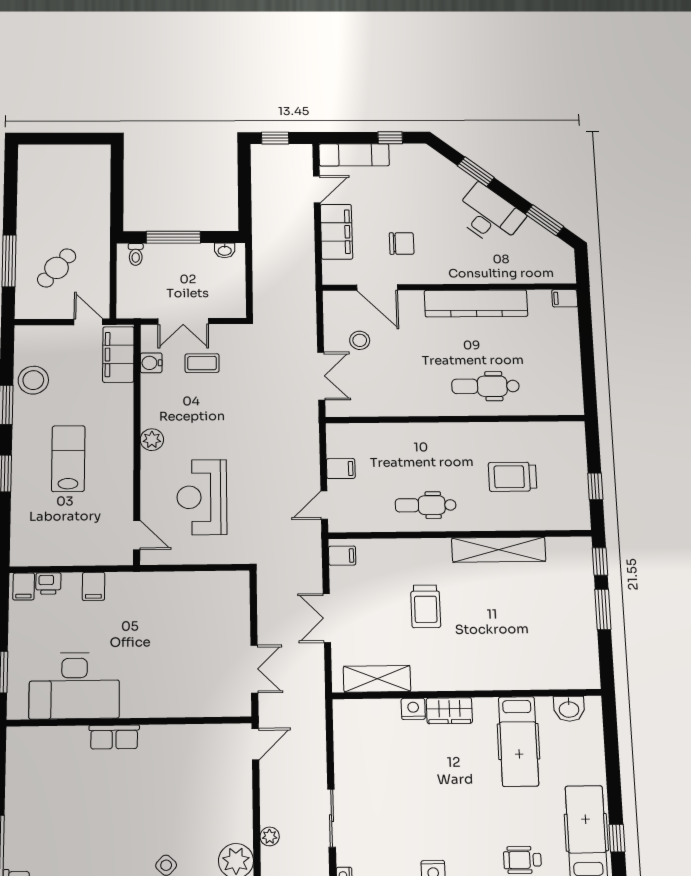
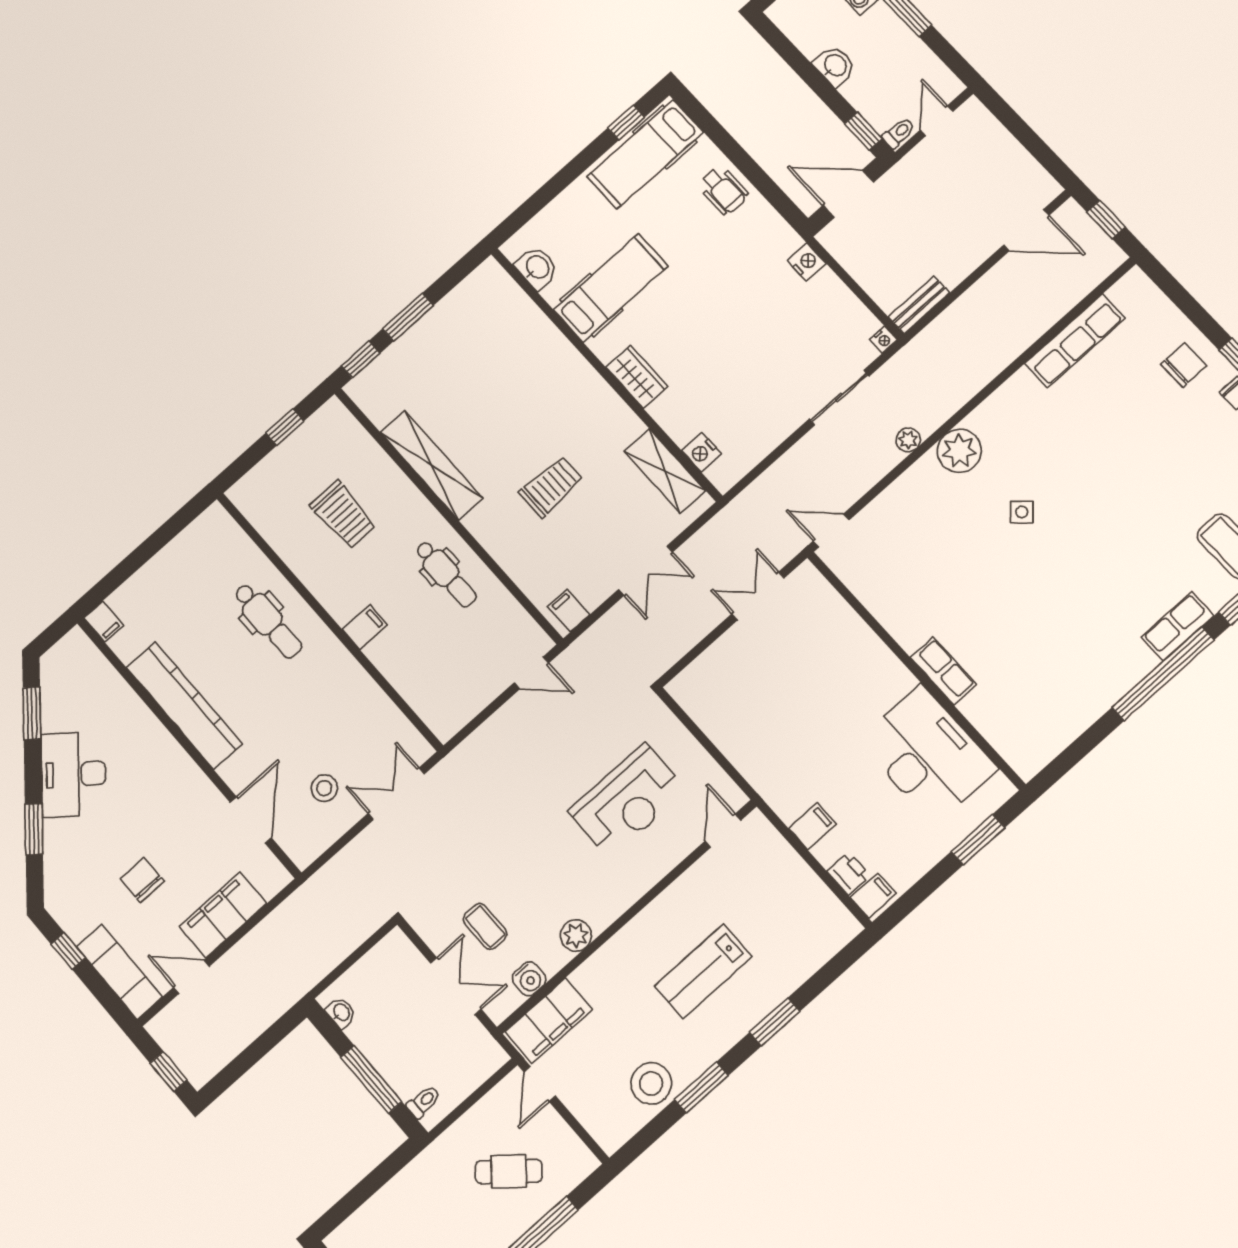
chair: (402, 244) -> (142, 880), moved
plant: (152, 440) -> (576, 935), moved
filing cabinet: (341, 469) -> (365, 627), moved, turned 90
nightstand: (413, 709) -> (702, 452), moved

